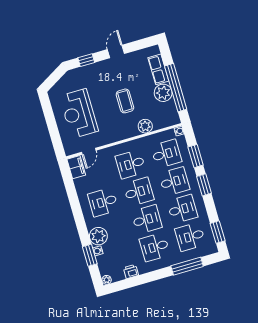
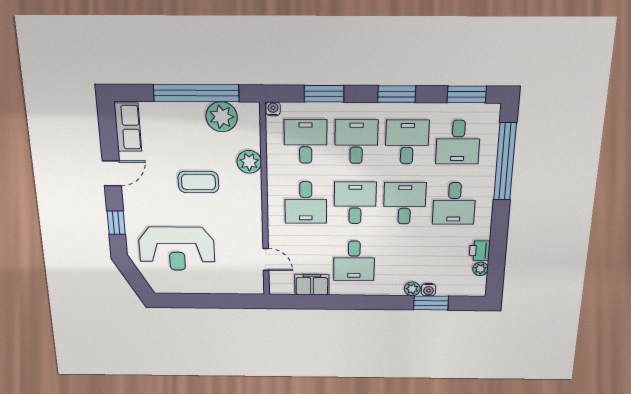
door: (116, 52) -> (112, 173), swing flipped
row of seats: (158, 69) -> (128, 127), moved, turned -90
plant: (163, 93) -> (222, 117), moved
reception desk: (79, 113) -> (177, 249), moved
filing cabinet: (76, 167) -> (312, 285), moved
window: (204, 185) -> (397, 94), moved
plant: (98, 236) -> (412, 289), width x0.53, depth x0.53
window: (187, 266) -> (505, 162), width x1.46
plant: (107, 280) -> (480, 269), moved

